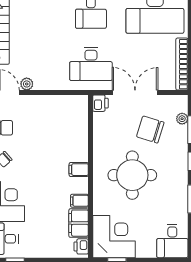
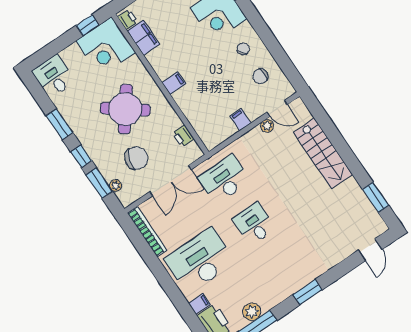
printer: (100, 103) -> (183, 136), moved
round table: (132, 175) -> (125, 109), turned 37
filing cabinet: (79, 201) -> (240, 120), moved, turned -90

